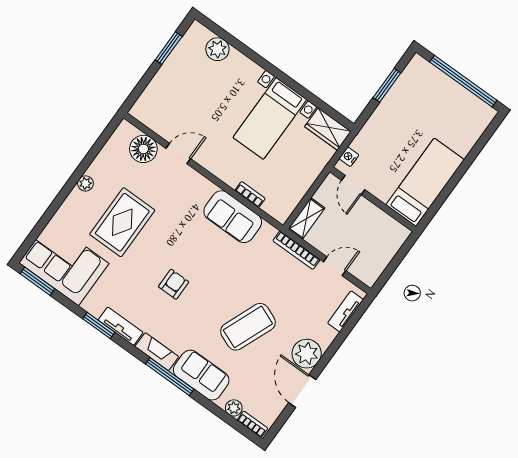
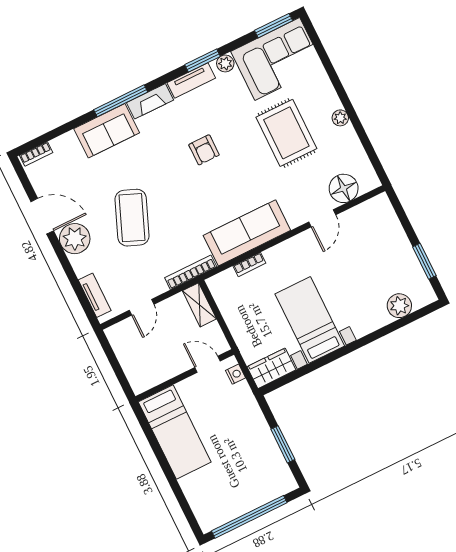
sofa: (233, 217) -> (247, 233), width x1.36
bookcase: (296, 250) -> (191, 272), moved
coffee table: (248, 327) -> (132, 218), moved
plant: (234, 408) -> (225, 63), moved

